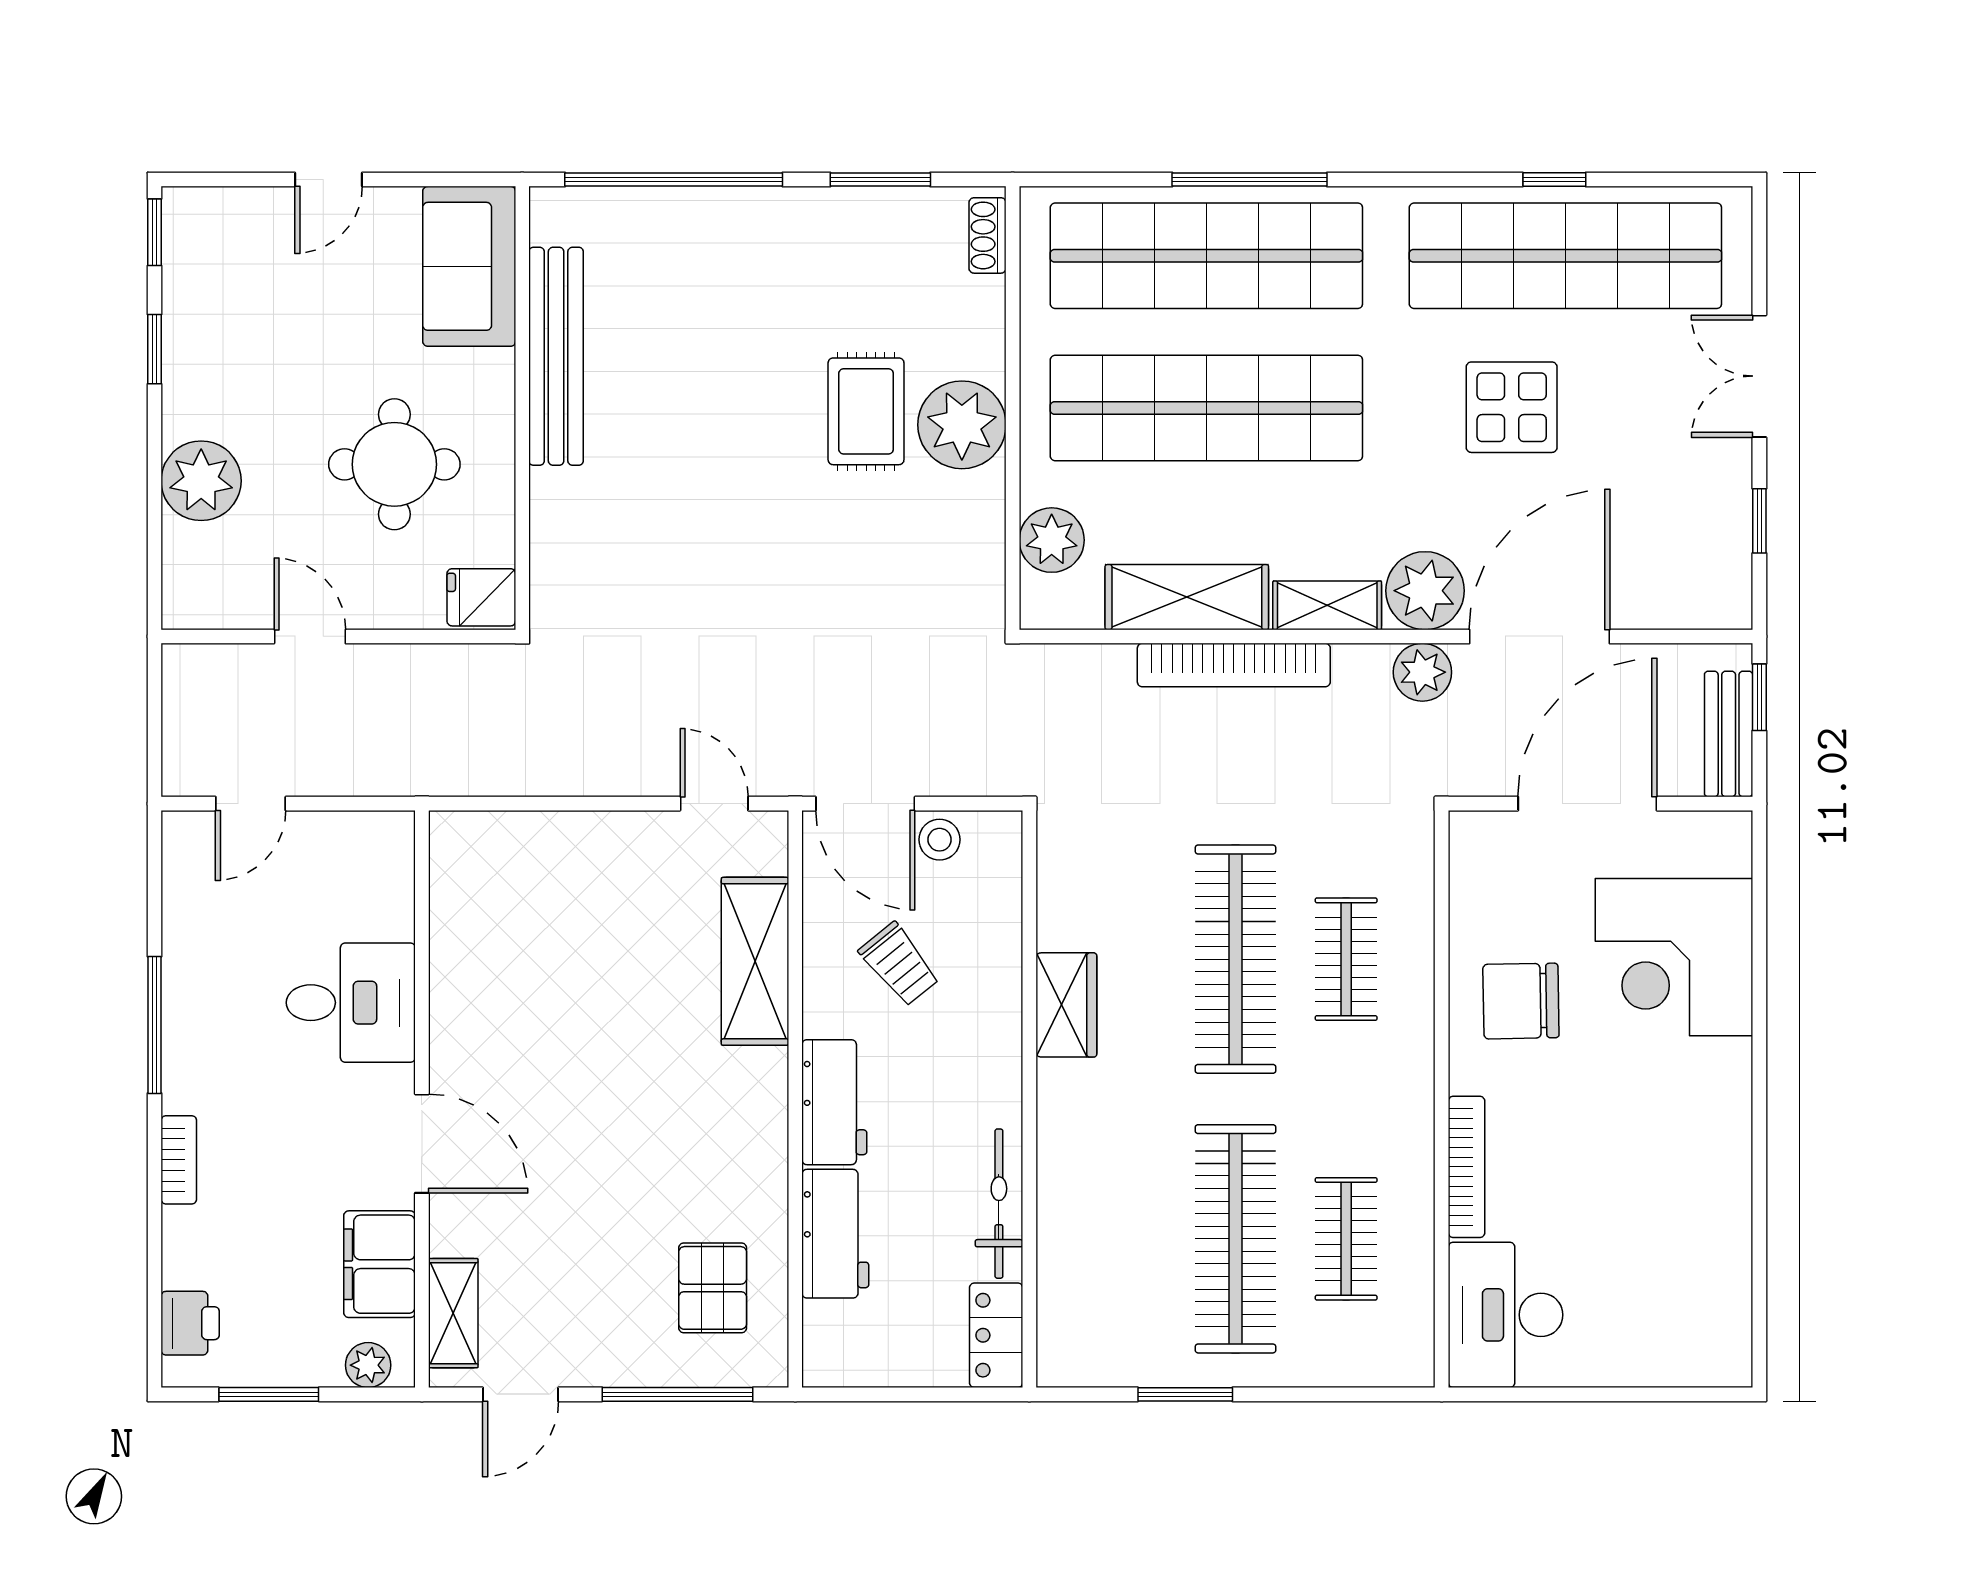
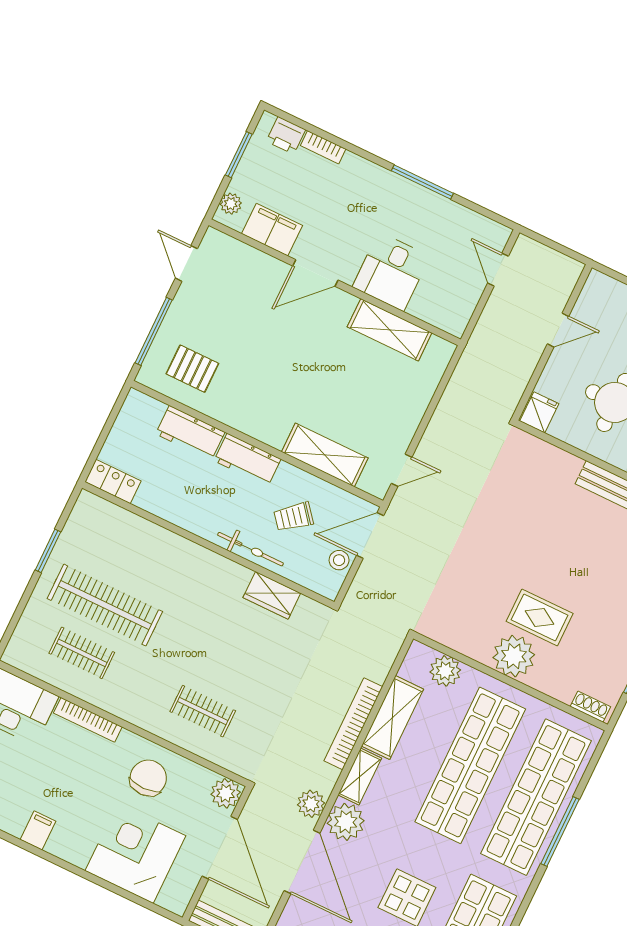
plant: (1480, 842) -> (226, 793), added
clothes rail: (1236, 959) -> (226, 663), removed
wardrobe: (1066, 1005) -> (272, 595), moved
bookcase: (179, 1160) -> (323, 147), moved
filing cabinet: (1719, 1161) -> (38, 830), added
bicycle: (999, 1204) -> (250, 549), moved
shelving: (453, 1313) -> (390, 330), moved, width x1.50, depth x1.33

